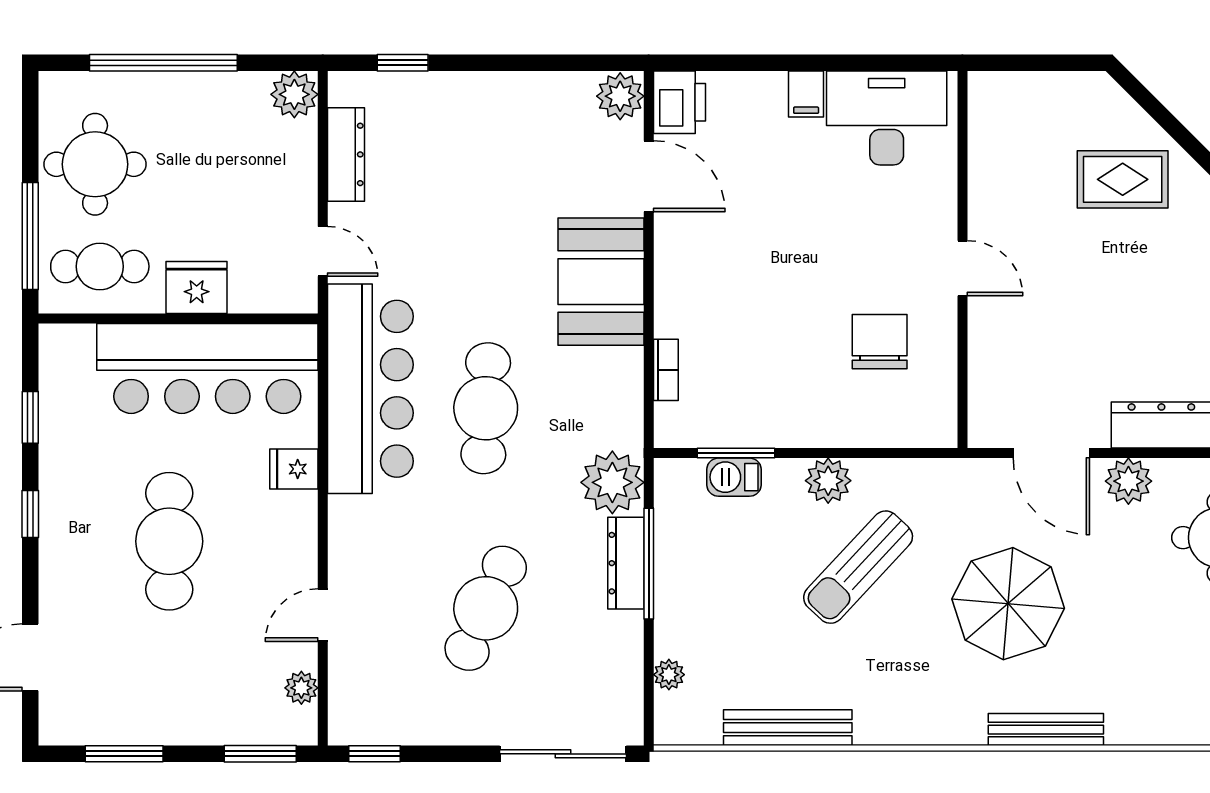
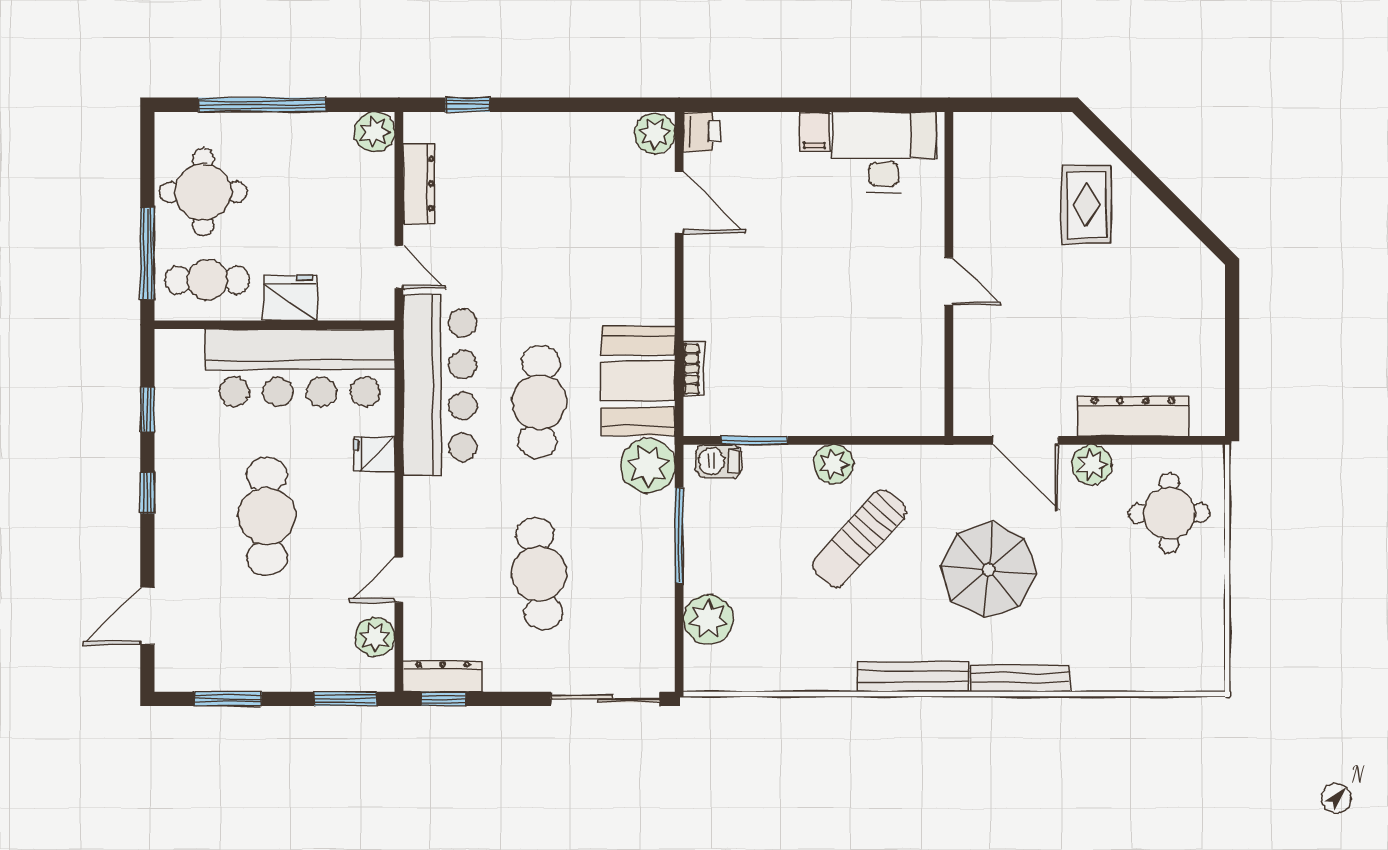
printer: (680, 102) -> (701, 132), width x0.73, depth x0.81
rug: (1123, 179) -> (1087, 205), turned 90
booth: (601, 282) -> (638, 381), moved
chair: (880, 342) -> (878, 345), removed
barbecue: (734, 477) -> (719, 461), moved
dresser: (626, 563) -> (443, 676), moved, turned 90
cafe table: (486, 608) -> (539, 574), turned -30
plant: (669, 675) -> (708, 619), width x1.88, depth x1.88
plant: (301, 688) -> (375, 637), width x1.38, depth x1.38
bench: (788, 728) -> (913, 676), moved

